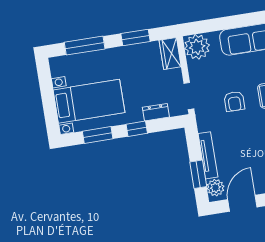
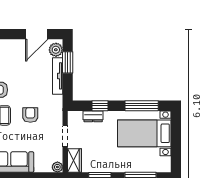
plant: (197, 47) -> (57, 167), width x0.53, depth x0.53
doorway: (189, 96) -> (65, 136), moved
window: (137, 129) -> (100, 106), moved
window: (98, 135) -> (142, 106), width x1.44

